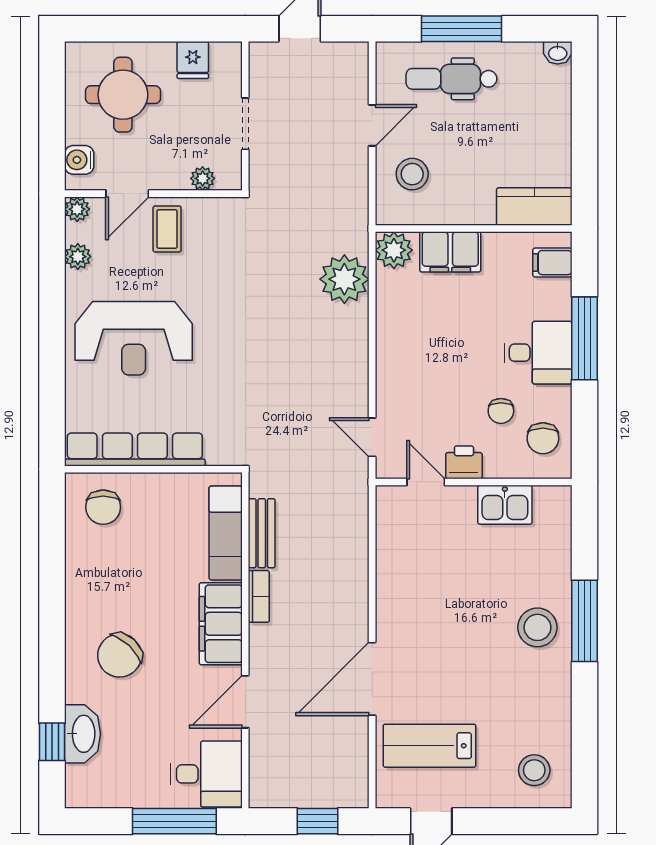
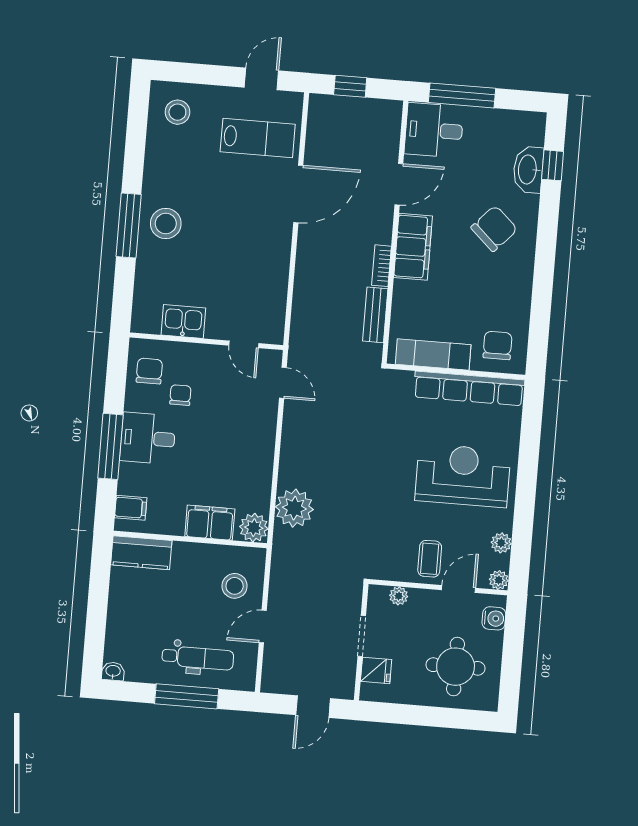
fridge: (193, 60) -> (376, 670), moved, turned 90
printer: (464, 462) -> (213, 357), removed
exam couch: (226, 533) -> (433, 354), moved, turned -90

